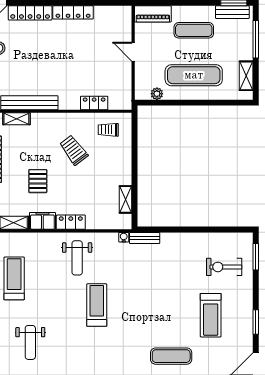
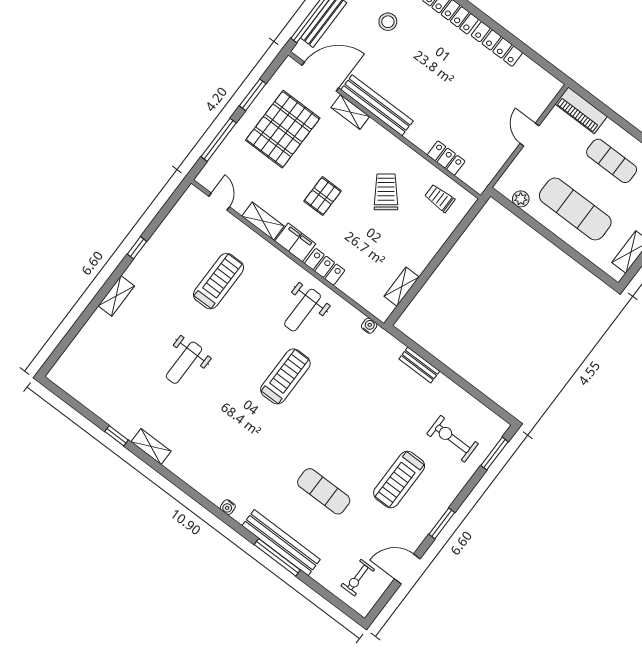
bench: (145, 238) -> (419, 365), moved

